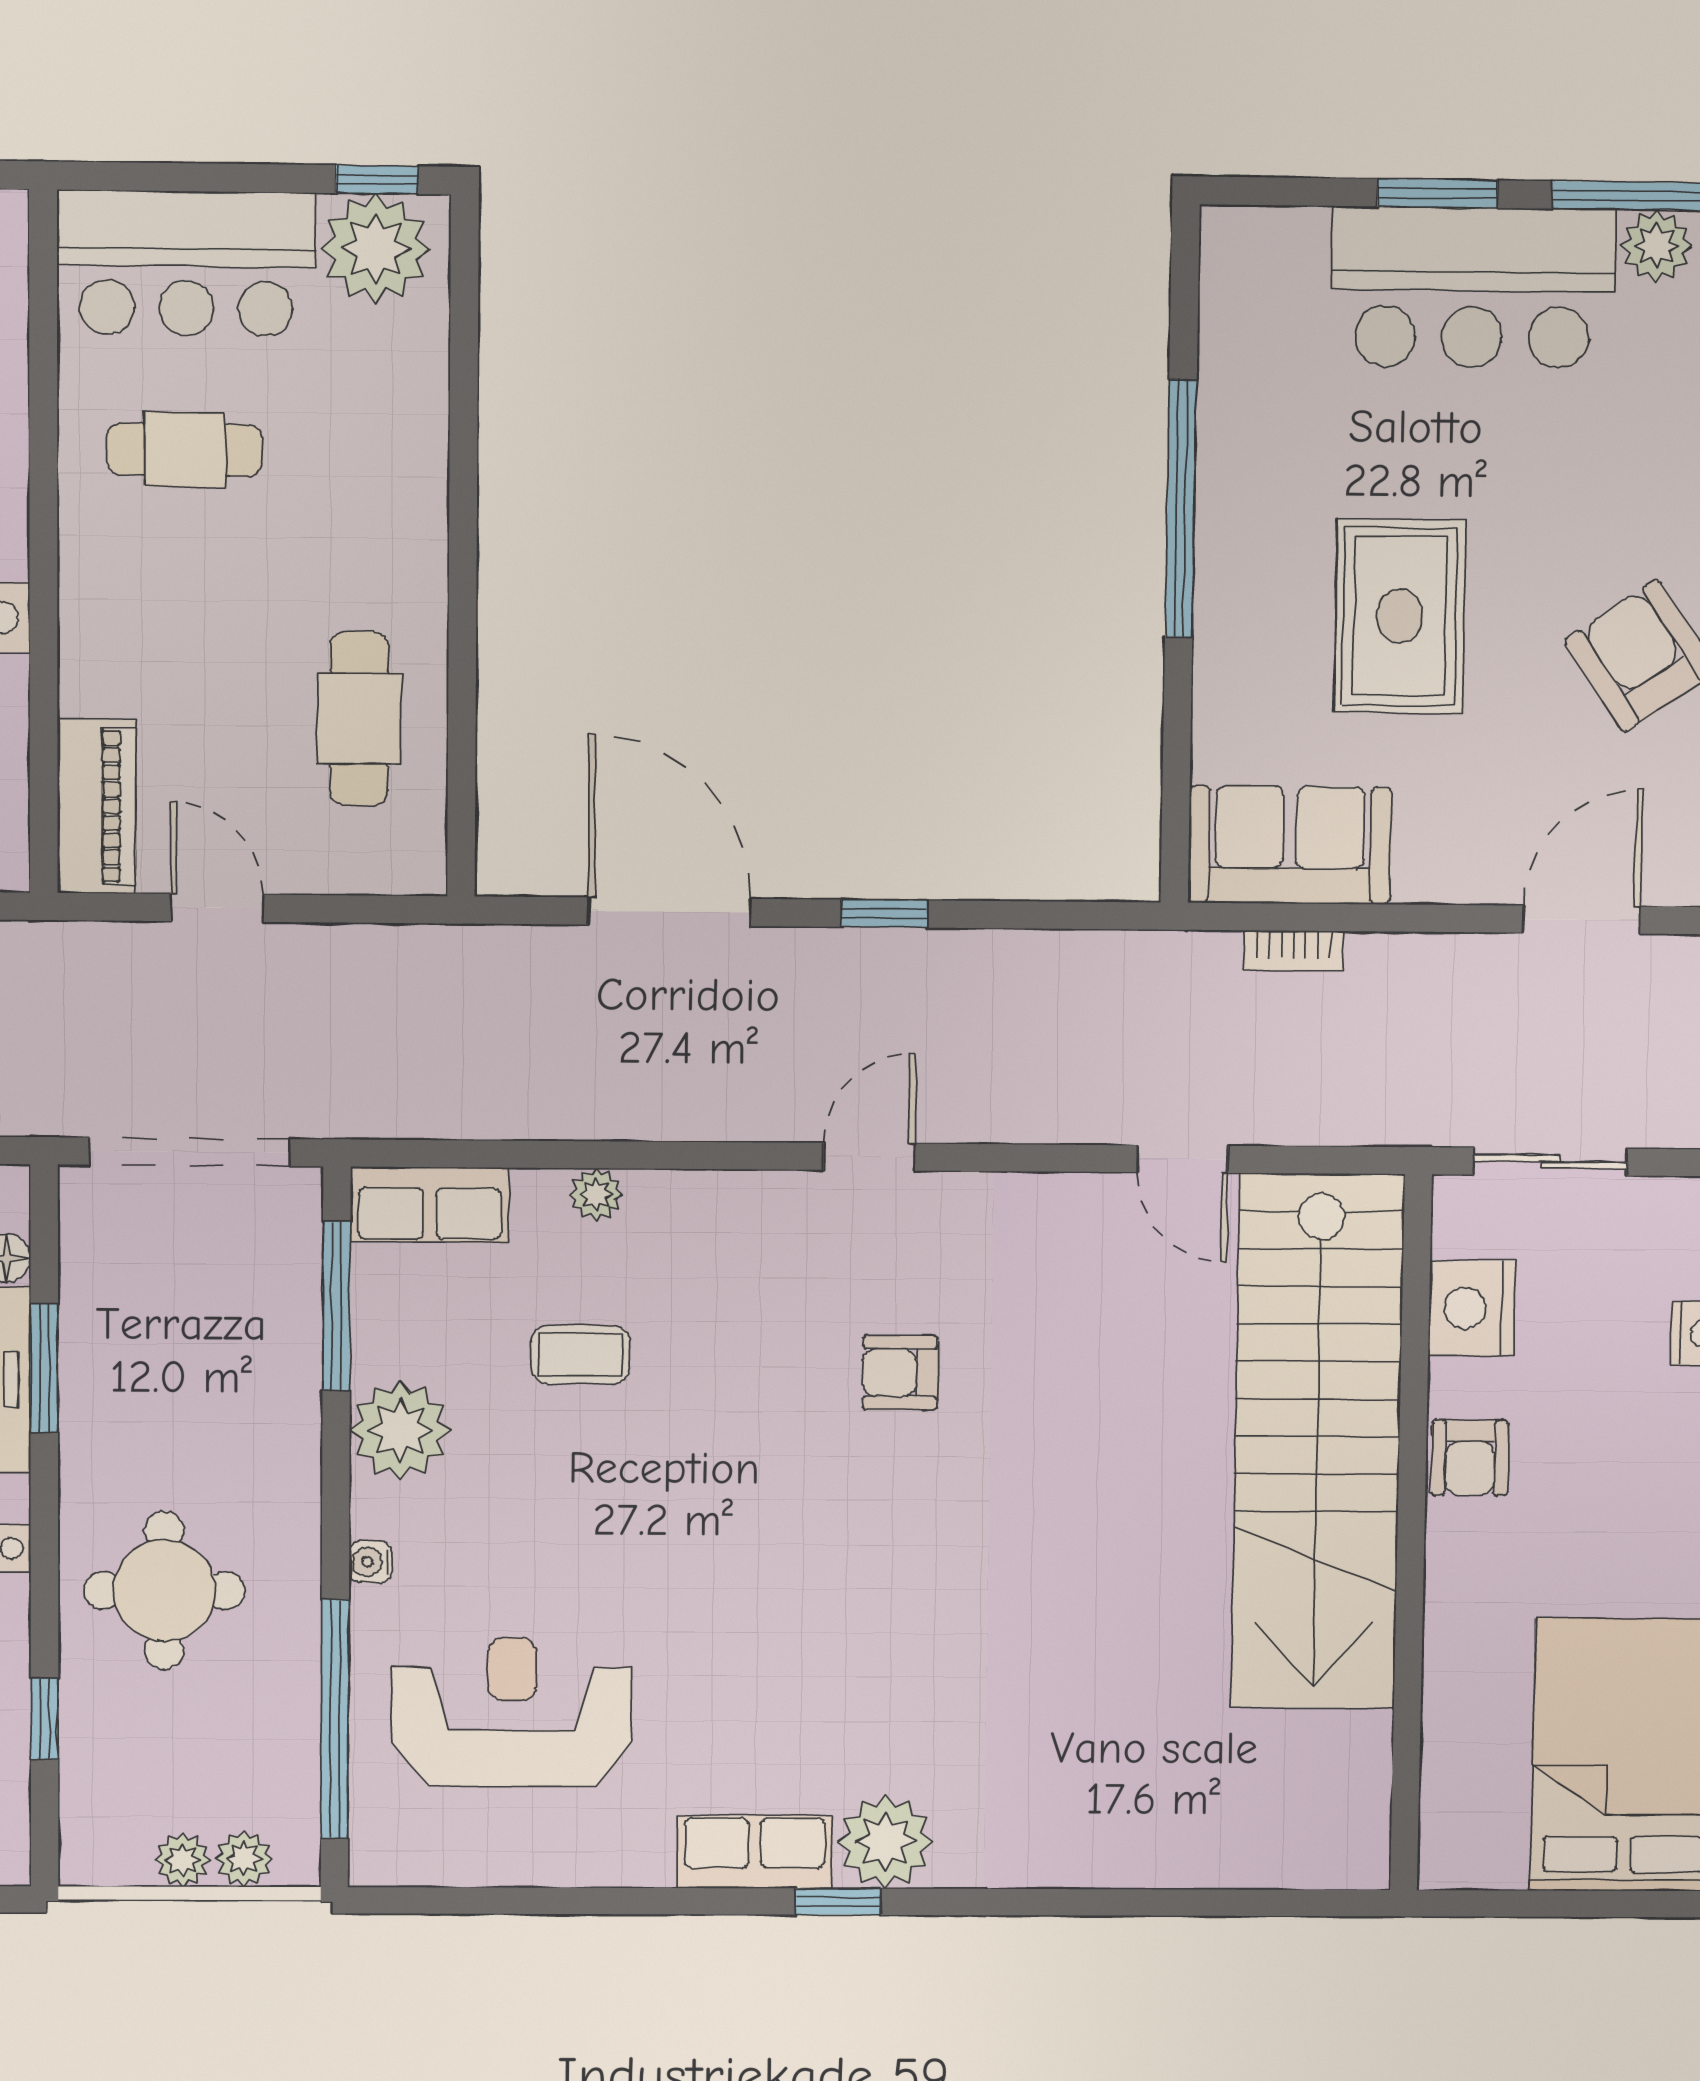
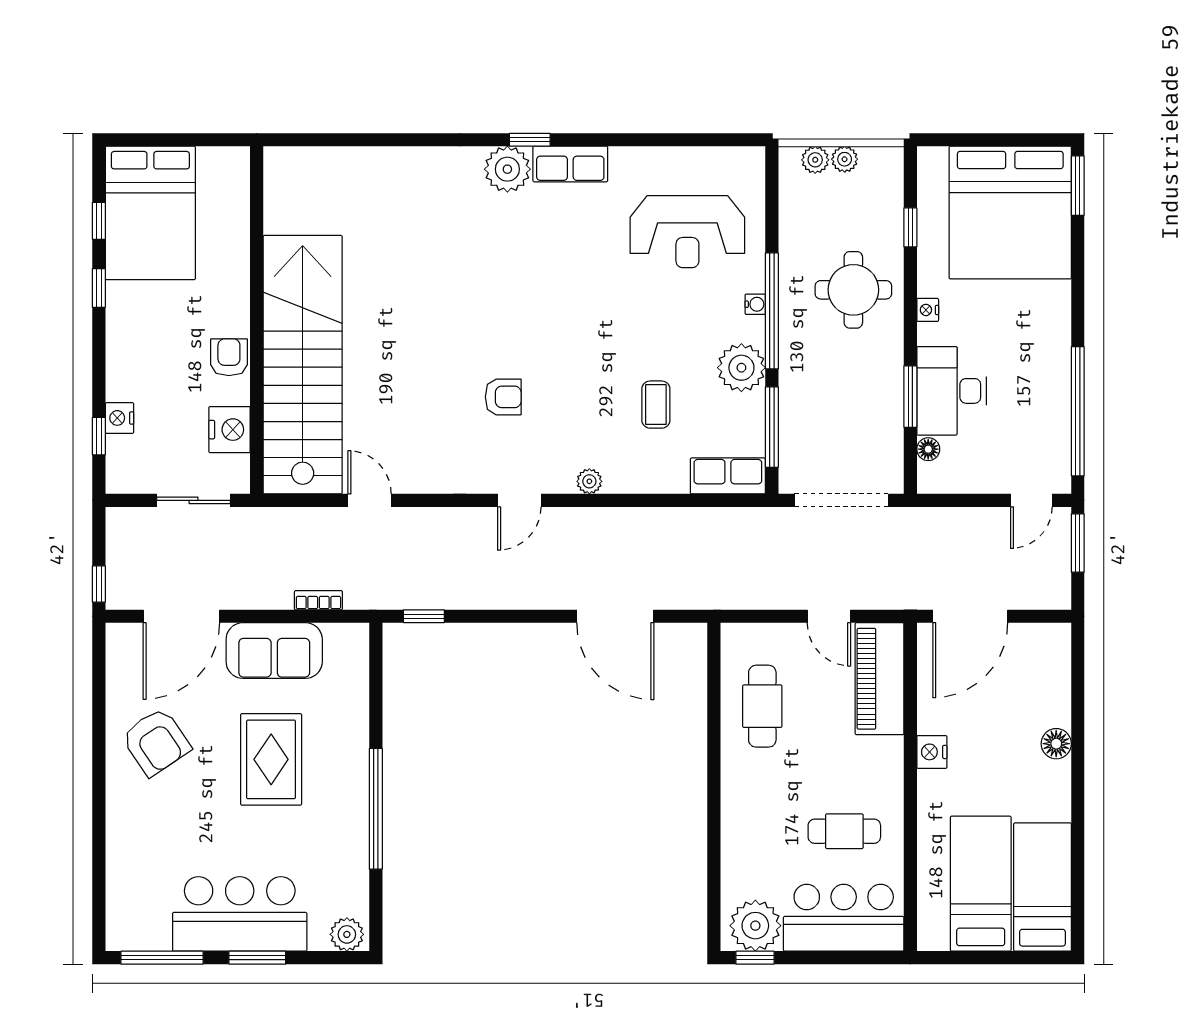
plant: (1656, 246) -> (347, 934), moved
piano: (96, 806) -> (880, 679), width x1.37, depth x1.33
sofa: (1290, 845) -> (274, 651), moved
window: (884, 914) -> (424, 616), moved
door: (1581, 920) -> (181, 616), width x1.36
plant: (596, 1195) -> (589, 481), moved
coffee table: (580, 1355) -> (656, 405), turned 90
window: (335, 1719) -> (772, 311), moved

